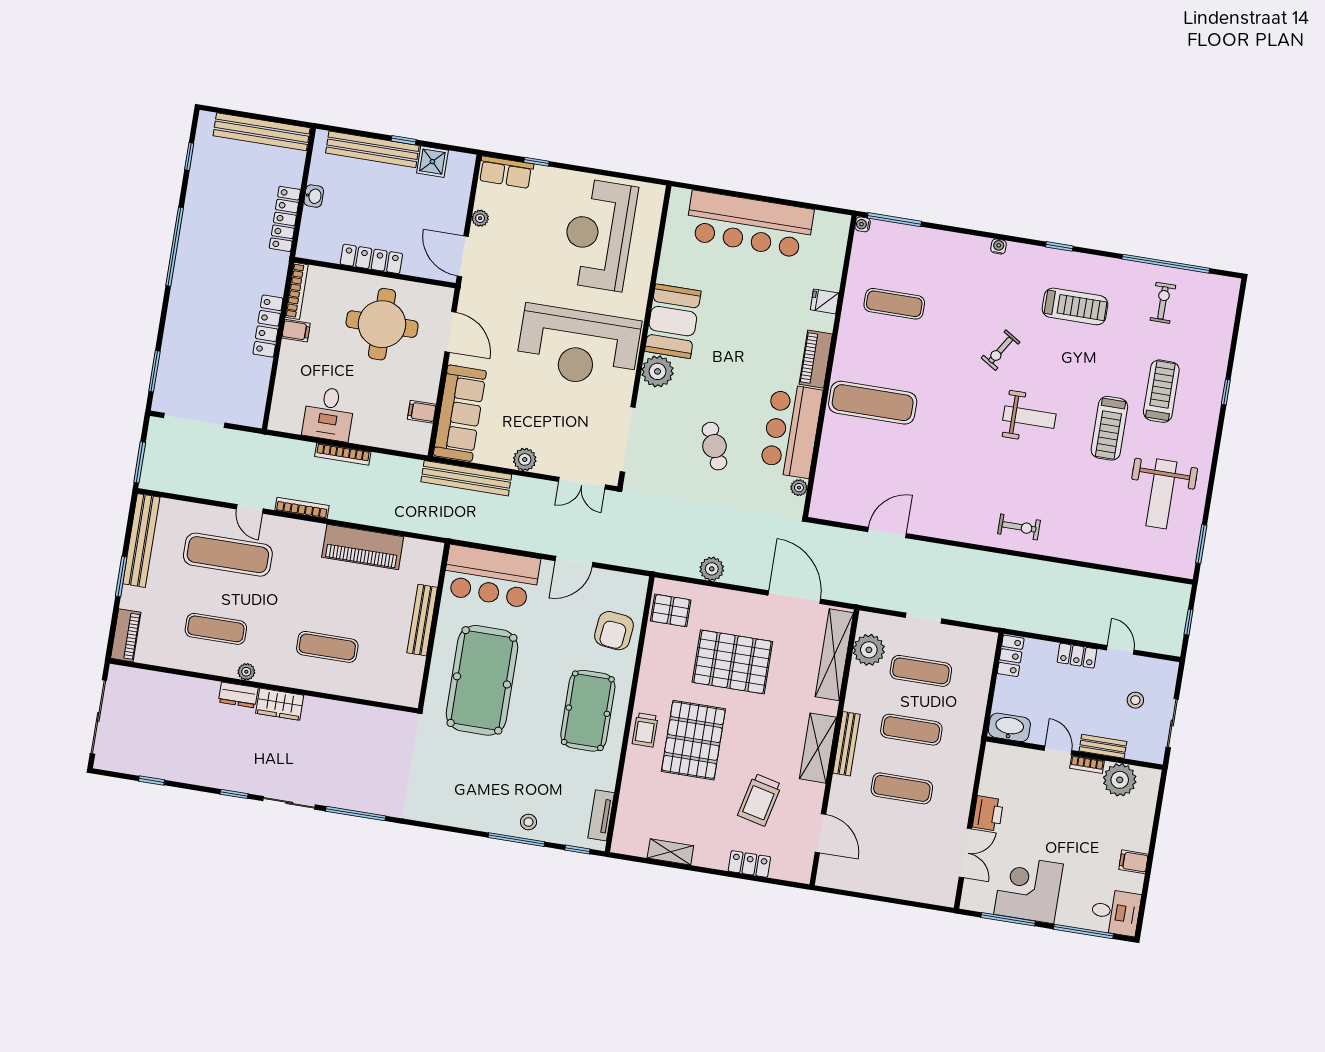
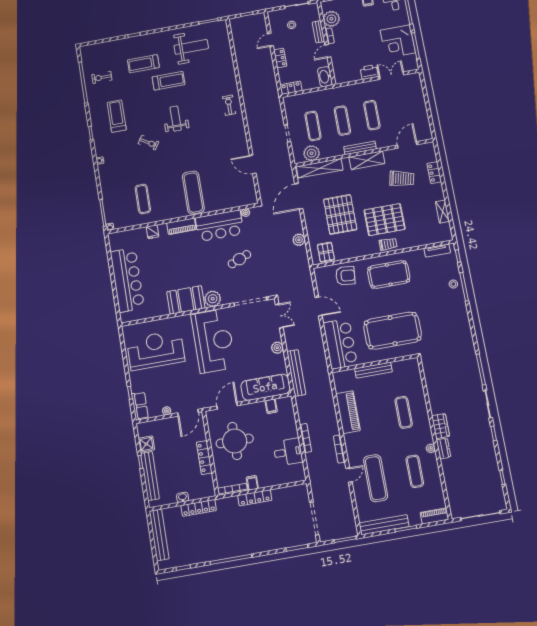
reception desk: (599, 235) -> (156, 350), turned 180

